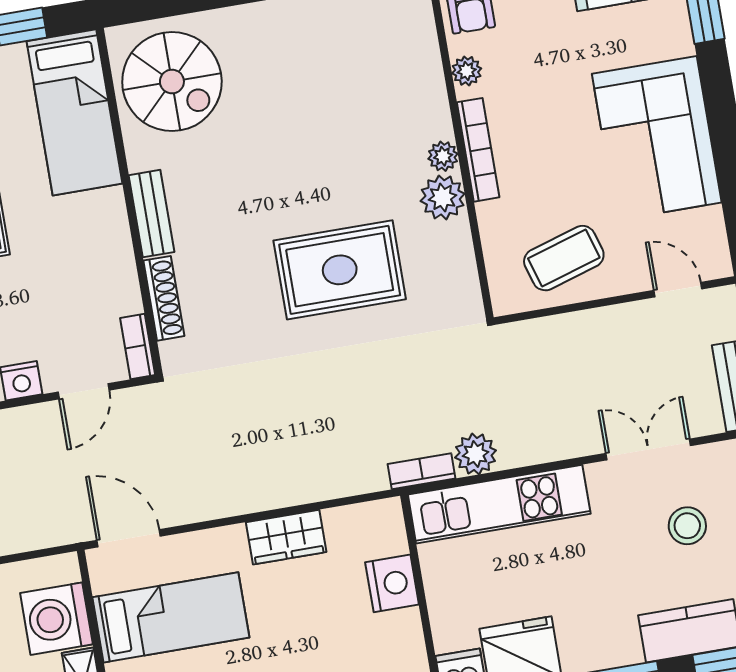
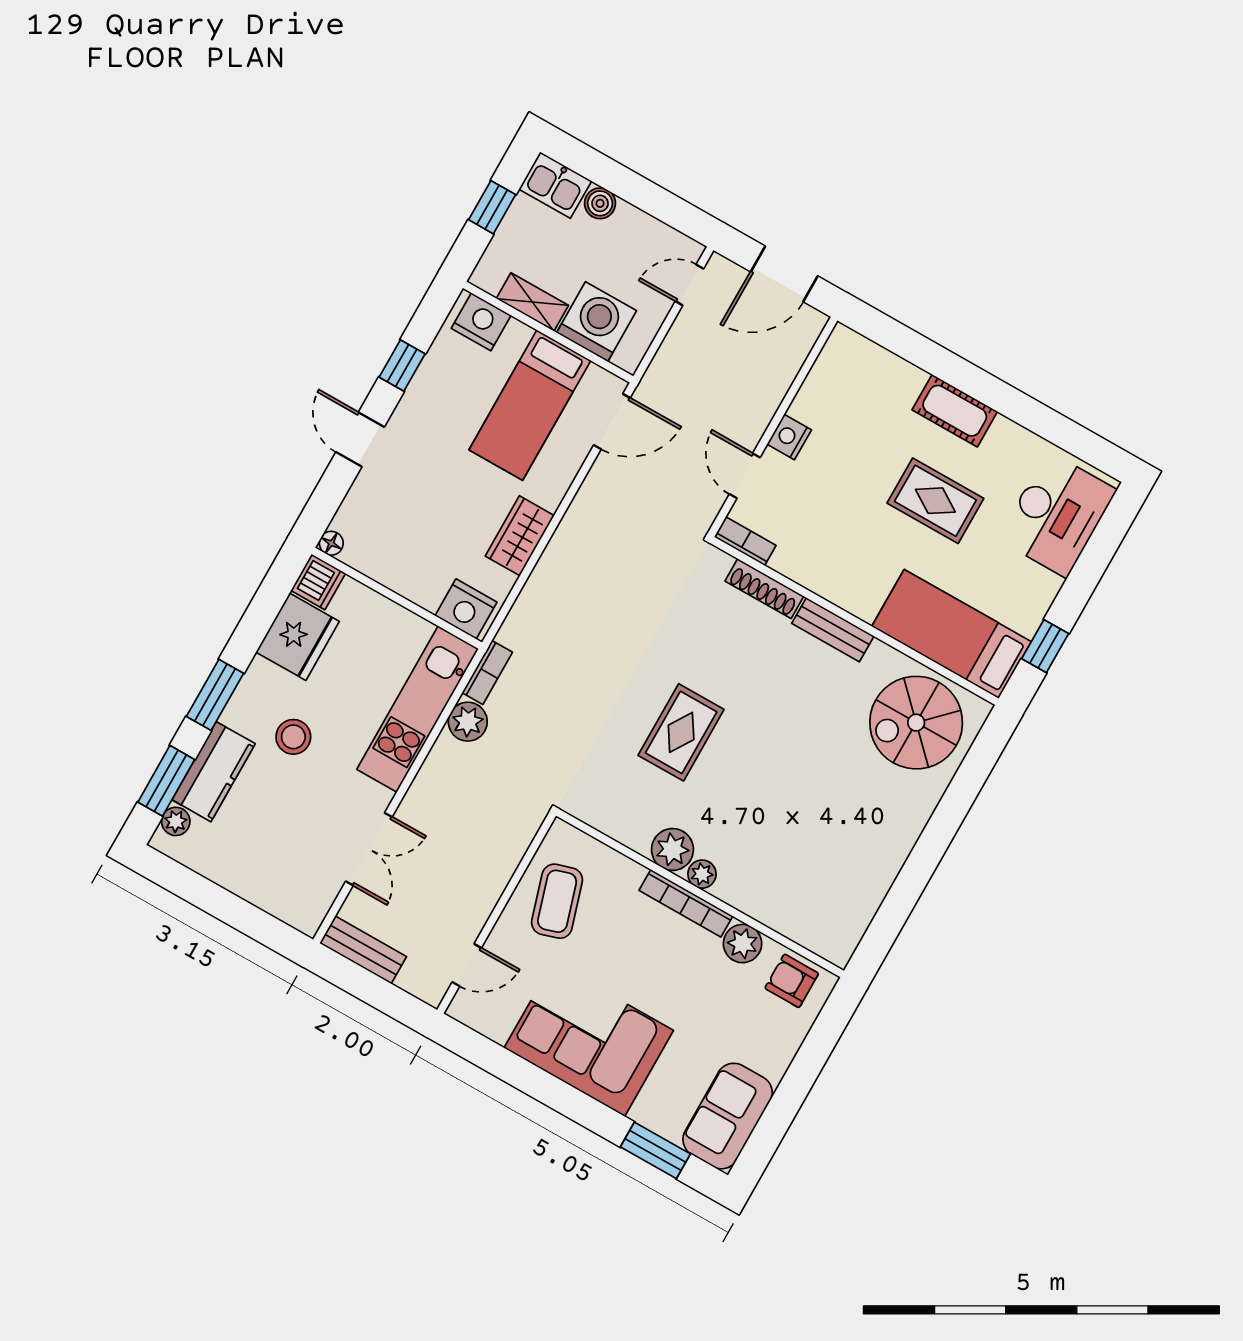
plant: (467, 71) -> (743, 944), width x1.38, depth x1.38
rug: (340, 270) -> (681, 732), width x0.73, depth x0.70
stool: (687, 526) -> (293, 737), moved
nightstand: (392, 583) -> (466, 609), moved

